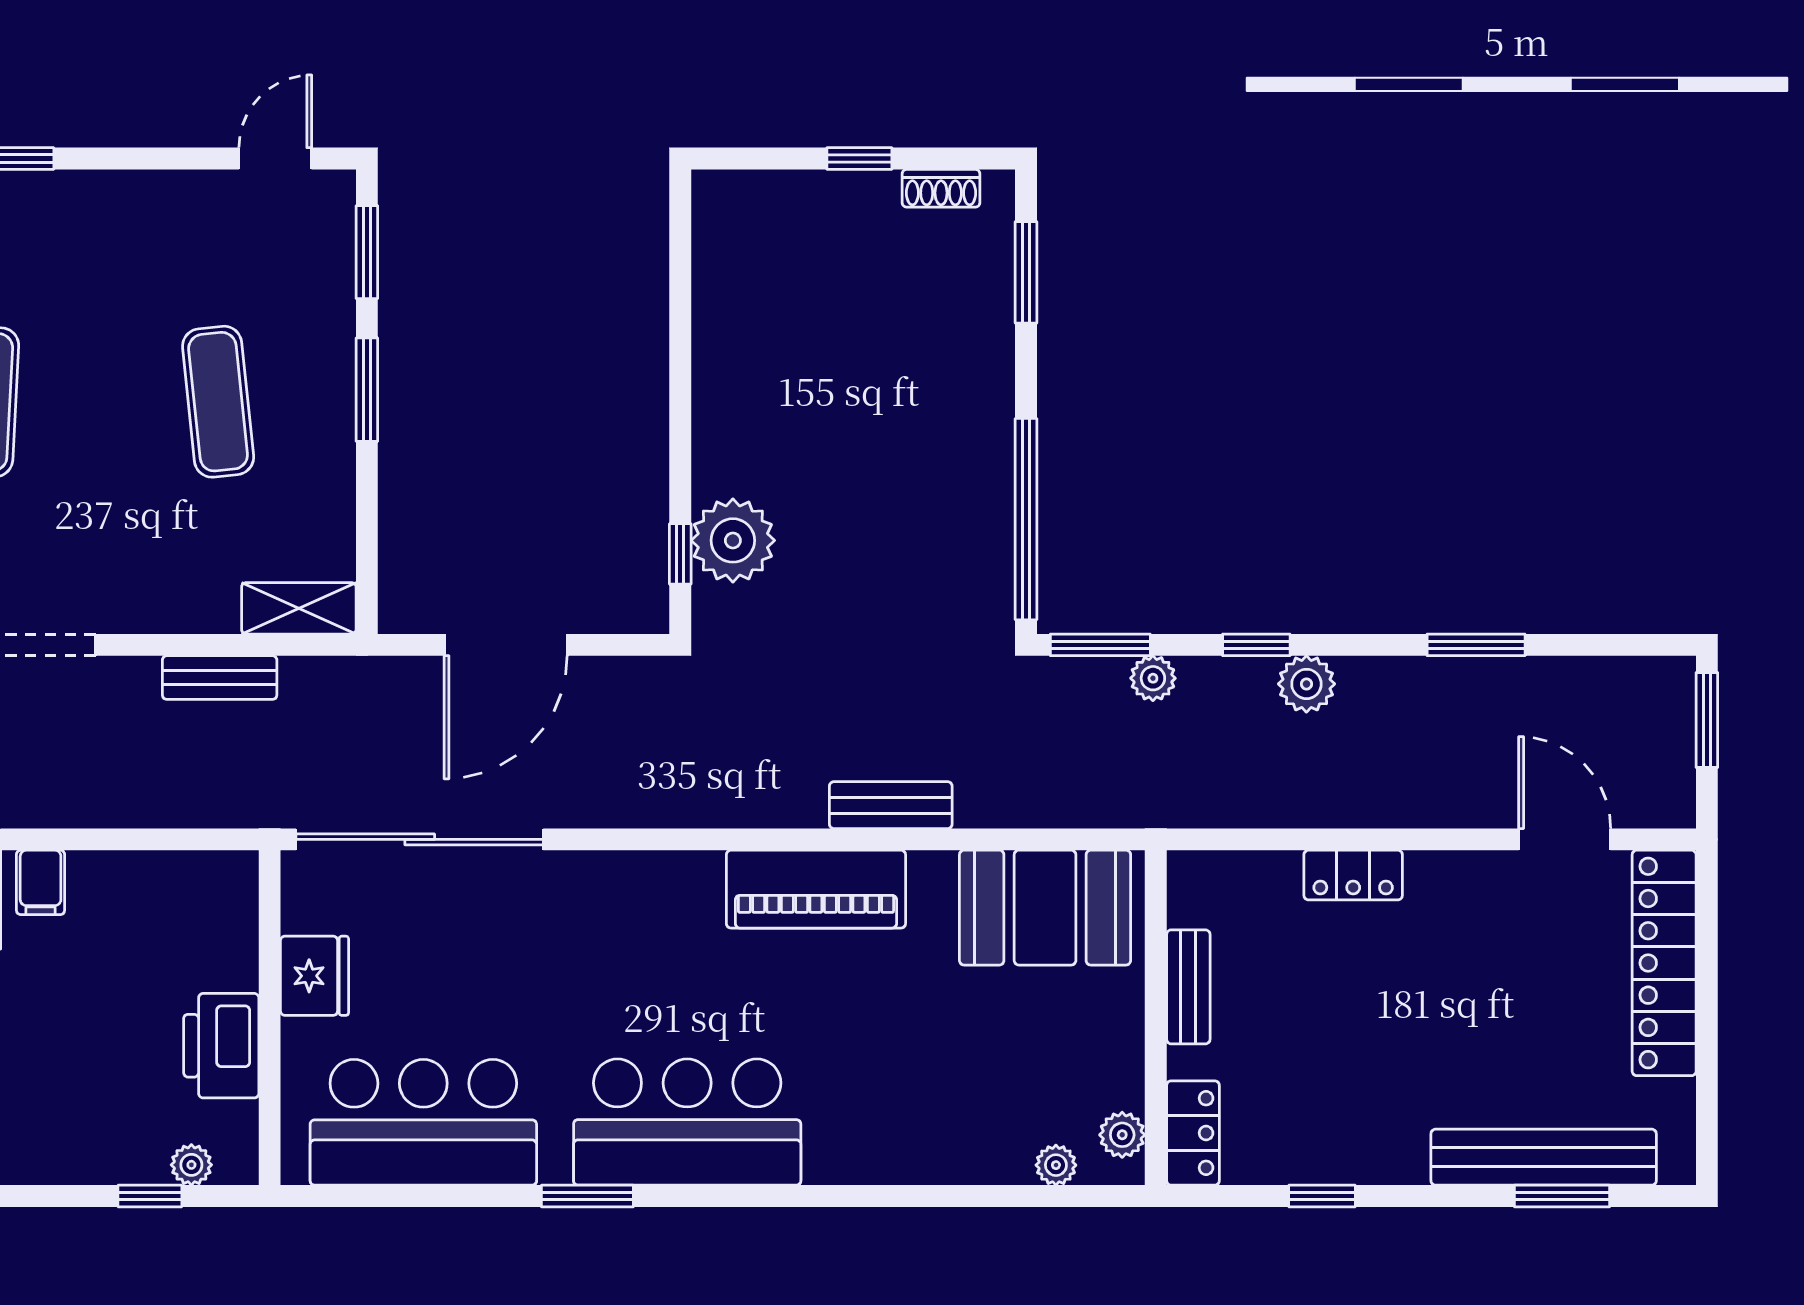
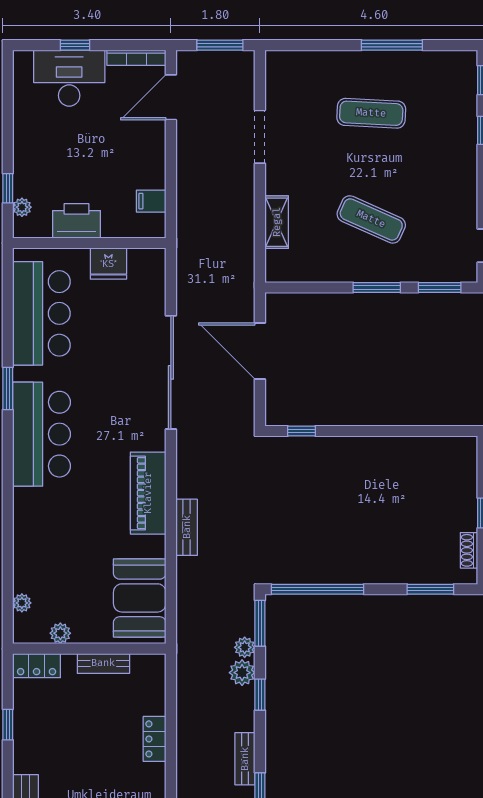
exercise mat: (218, 402) -> (371, 219), turned 30
plant: (733, 540) -> (308, 455), removed
shelving: (299, 608) -> (277, 222), moved
bench: (220, 678) -> (245, 759), moved
plant: (1306, 684) -> (242, 673), moved
sliding door: (420, 839) -> (171, 372), moved
filing cabinet: (41, 882) -> (151, 201), moved
plant: (1122, 1135) -> (60, 633), moved

